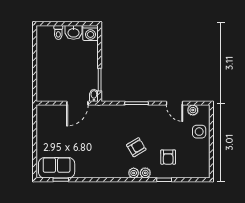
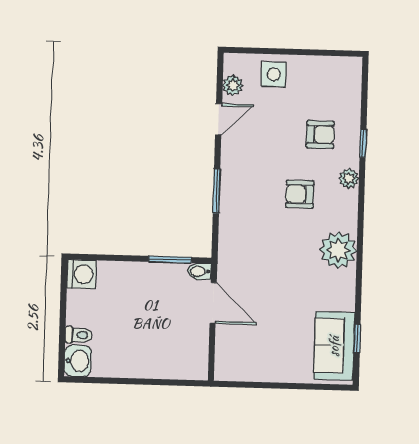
washbasin: (74, 32) -> (78, 361), moved
armchair: (136, 147) -> (300, 194), turned -59
plant: (134, 173) -> (338, 250), moved, width x1.88, depth x1.88

